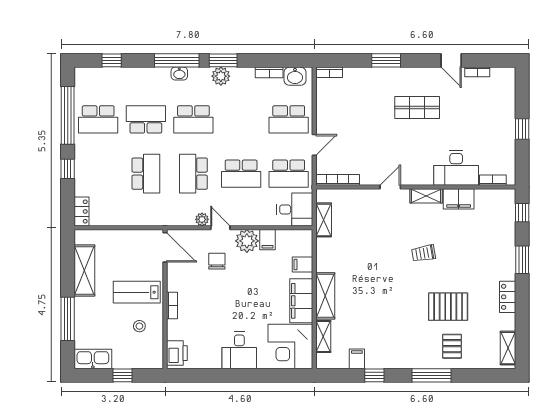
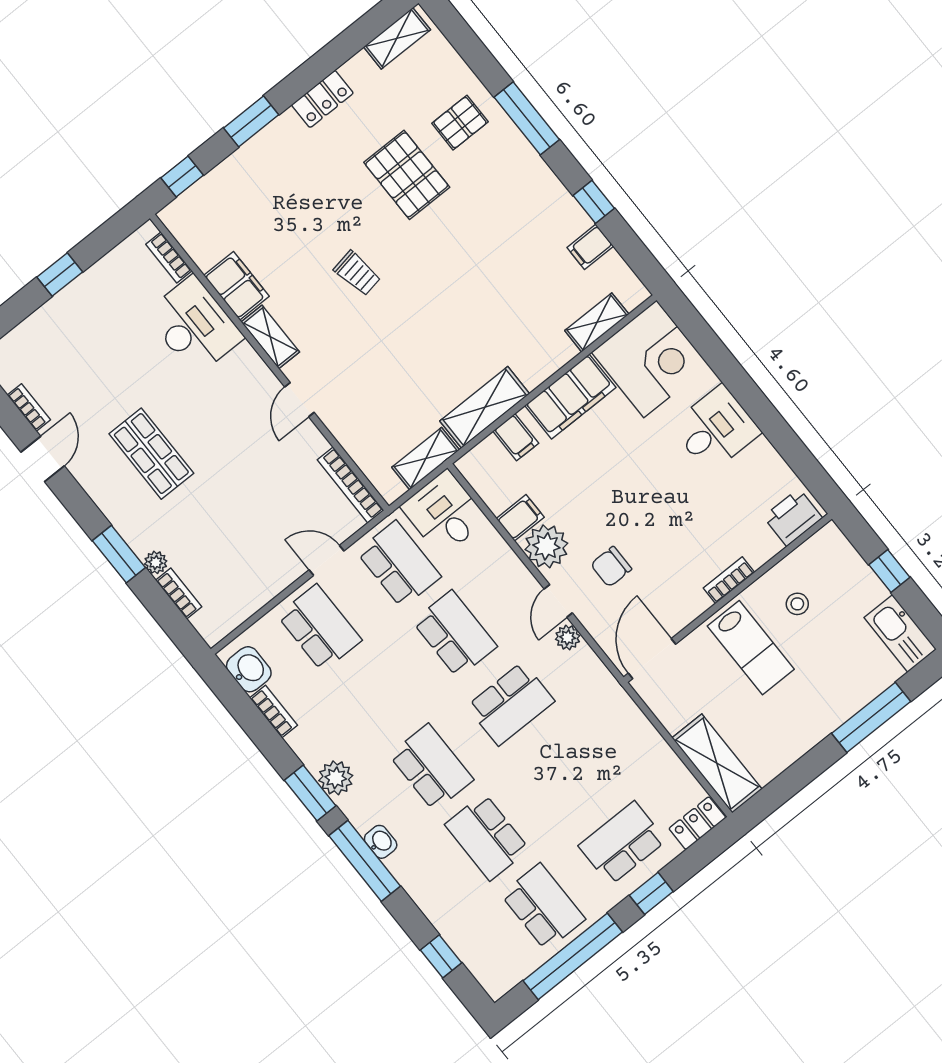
bookcase: (329, 72) -> (179, 594), moved
plant: (370, 73) -> (156, 562), added
school desk: (146, 174) -> (622, 843), moved
door: (390, 187) -> (299, 400), hinge flipped
shelving: (84, 270) -> (717, 763), moved, turned 90
shelving: (325, 296) -> (485, 407), moved

